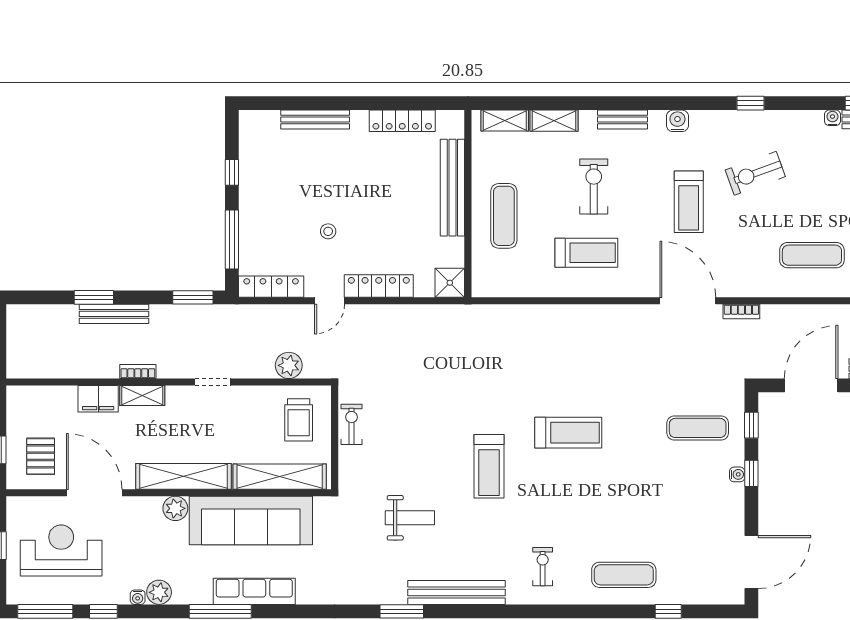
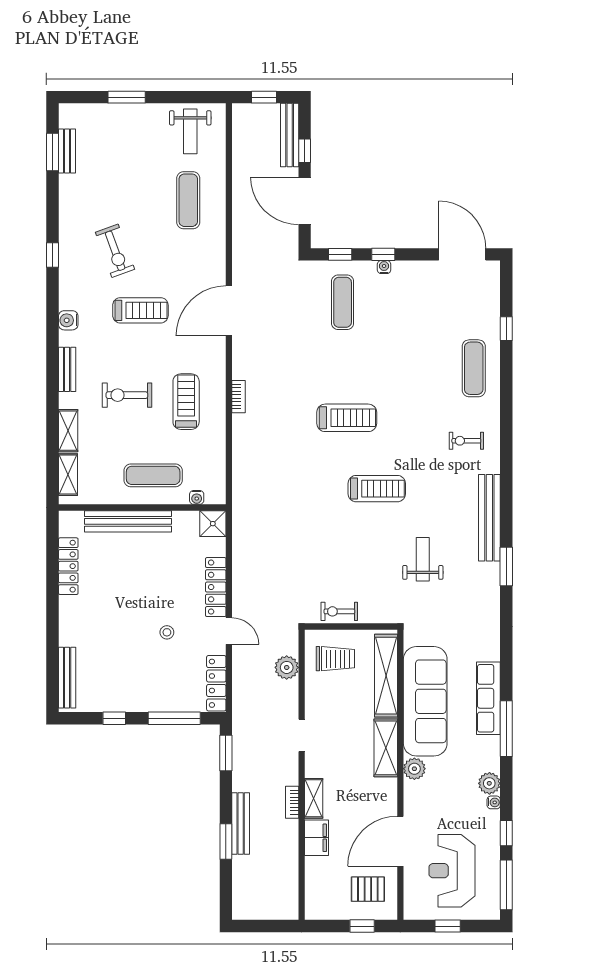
water cooler: (832, 118) -> (197, 497), moved, turned -90
bench: (315, 120) -> (67, 678), moved
bookcase: (741, 311) -> (239, 397), moved
treadmill: (568, 433) -> (347, 418), turned 90
shelving: (184, 476) -> (386, 748), width x0.68

